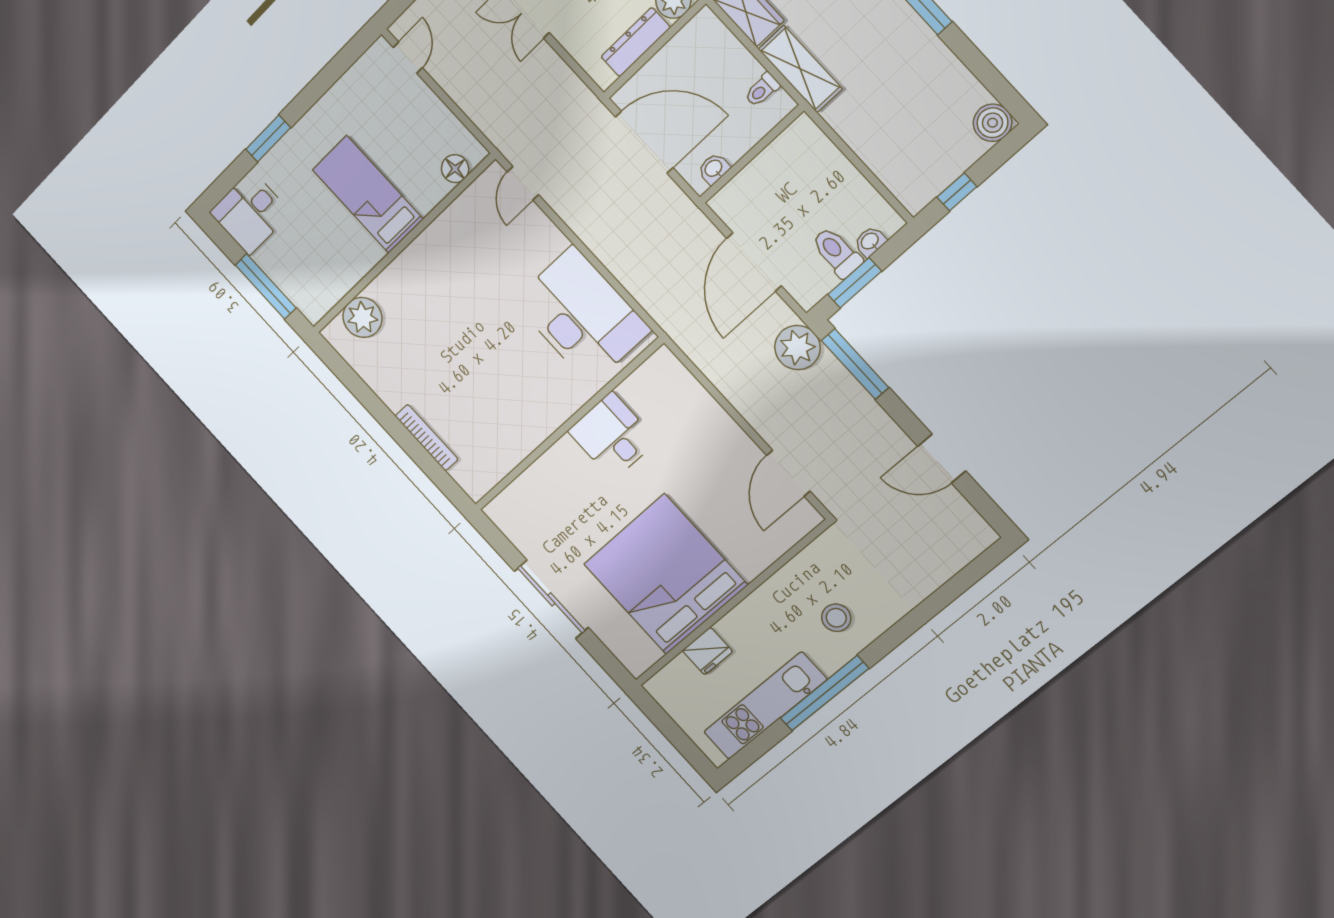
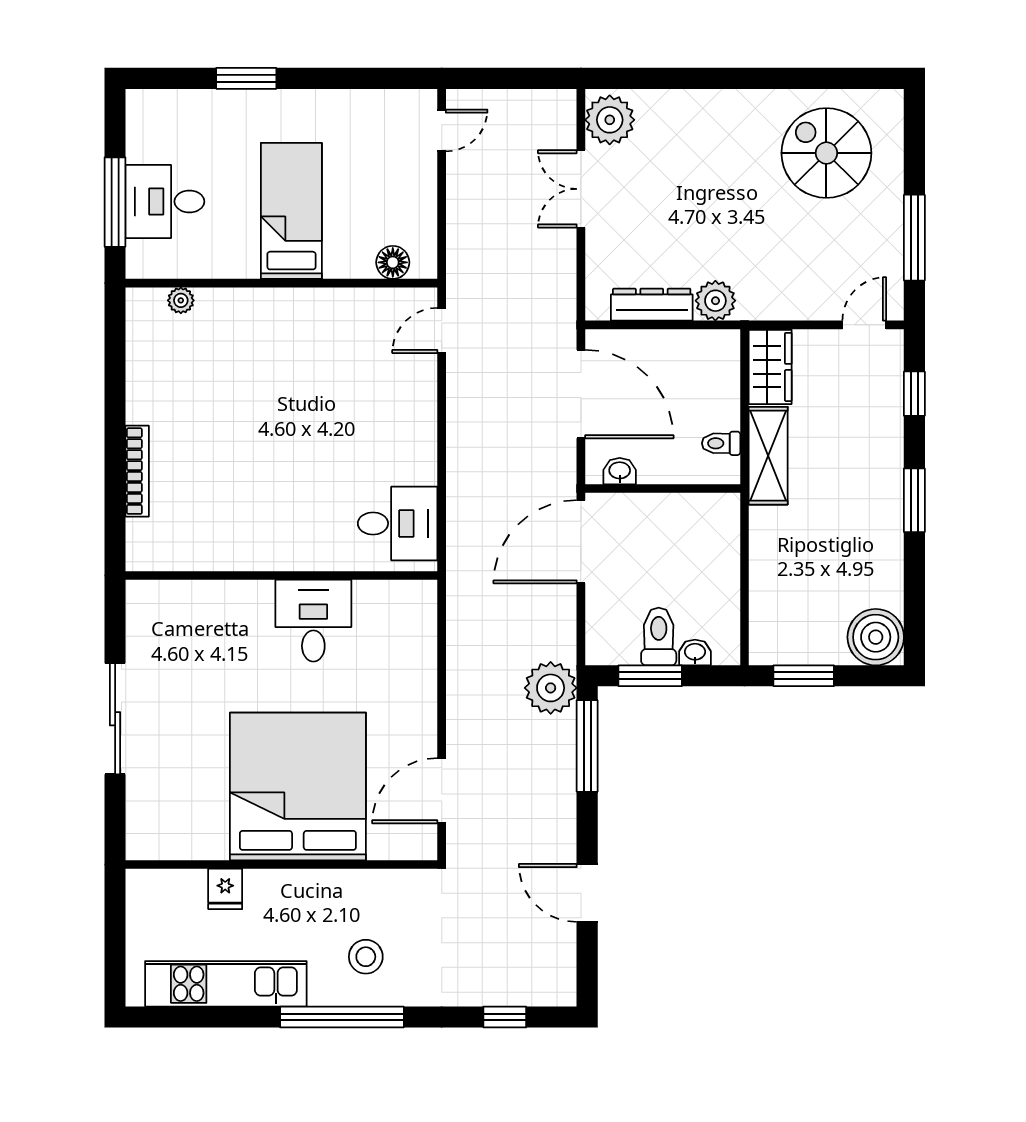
boiler: (992, 123) -> (876, 637), width x1.37, depth x1.37
window: (957, 192) -> (804, 676), width x1.50
desk: (250, 213) -> (165, 201), moved
door: (754, 262) -> (581, 542), moved
desk: (582, 316) -> (398, 523), width x0.53, depth x0.77
plant: (362, 317) -> (181, 300), width x0.53, depth x0.53
bed: (665, 574) -> (298, 786), moved
window: (960, 583) -> (505, 1017), added
fridge: (707, 651) -> (225, 889), width x0.72
window: (824, 693) -> (342, 1017), moved

